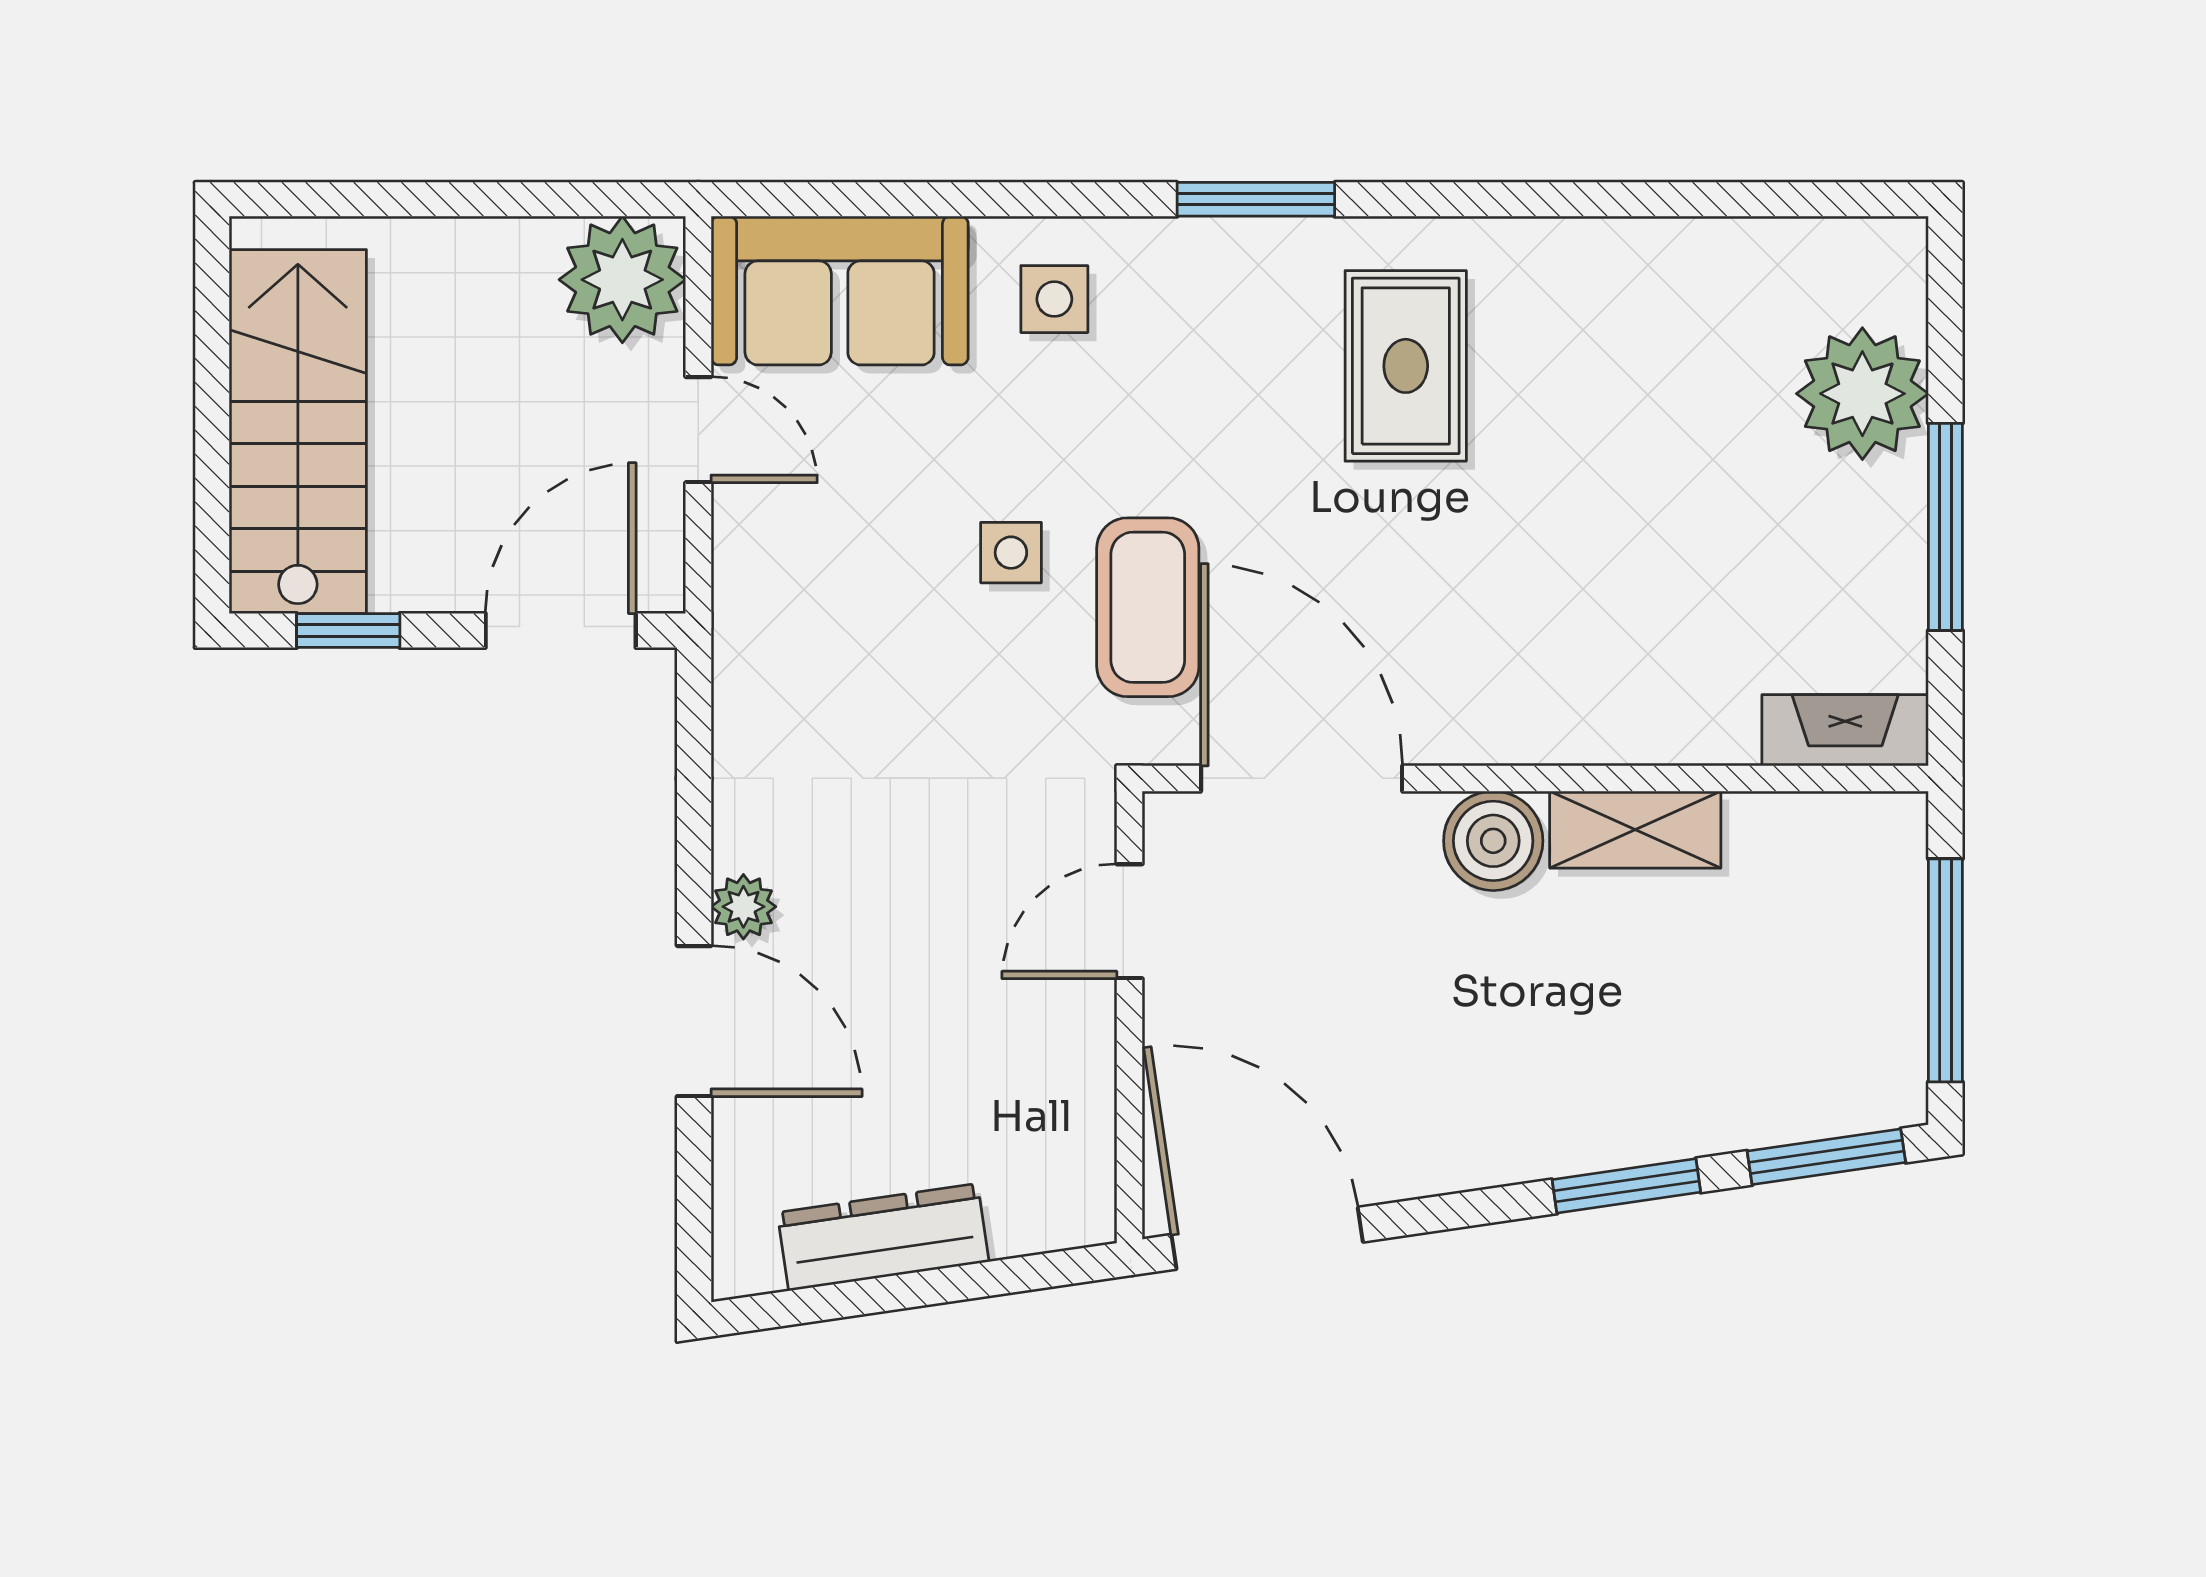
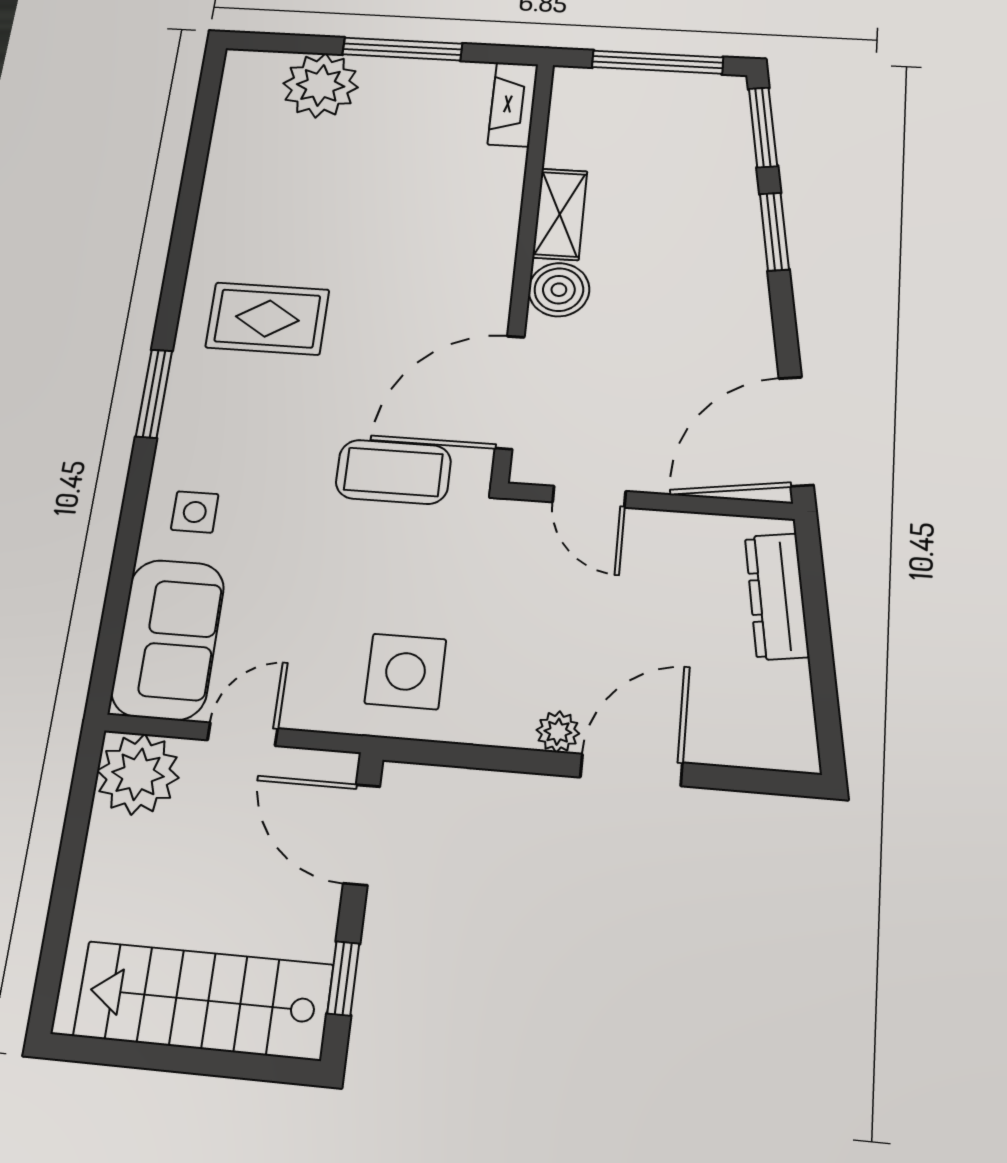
side table: (1011, 553) -> (405, 671), moved, width x1.87, depth x1.87
dresser: (883, 1237) -> (777, 596), moved

